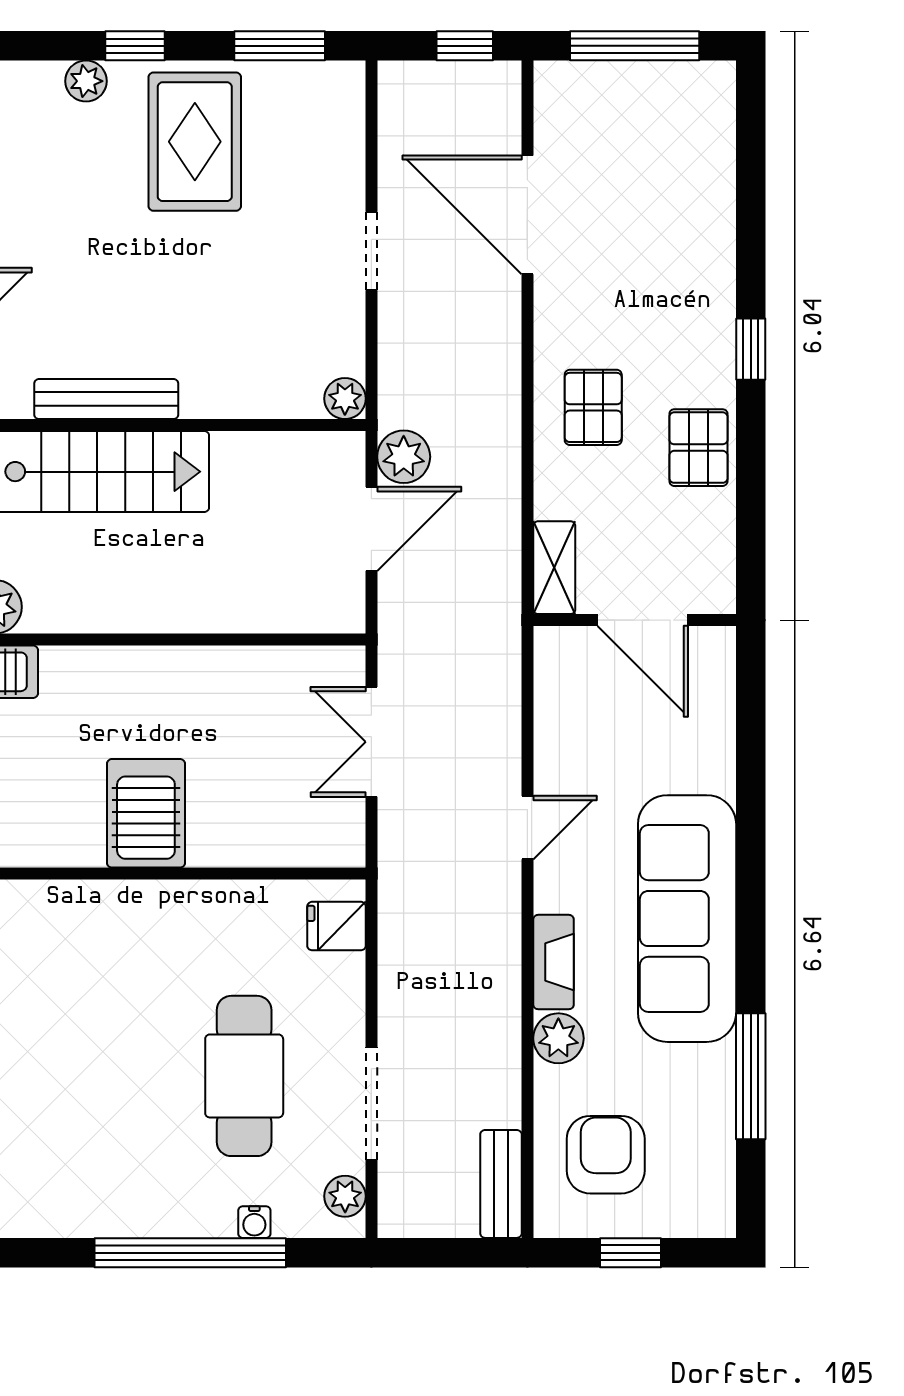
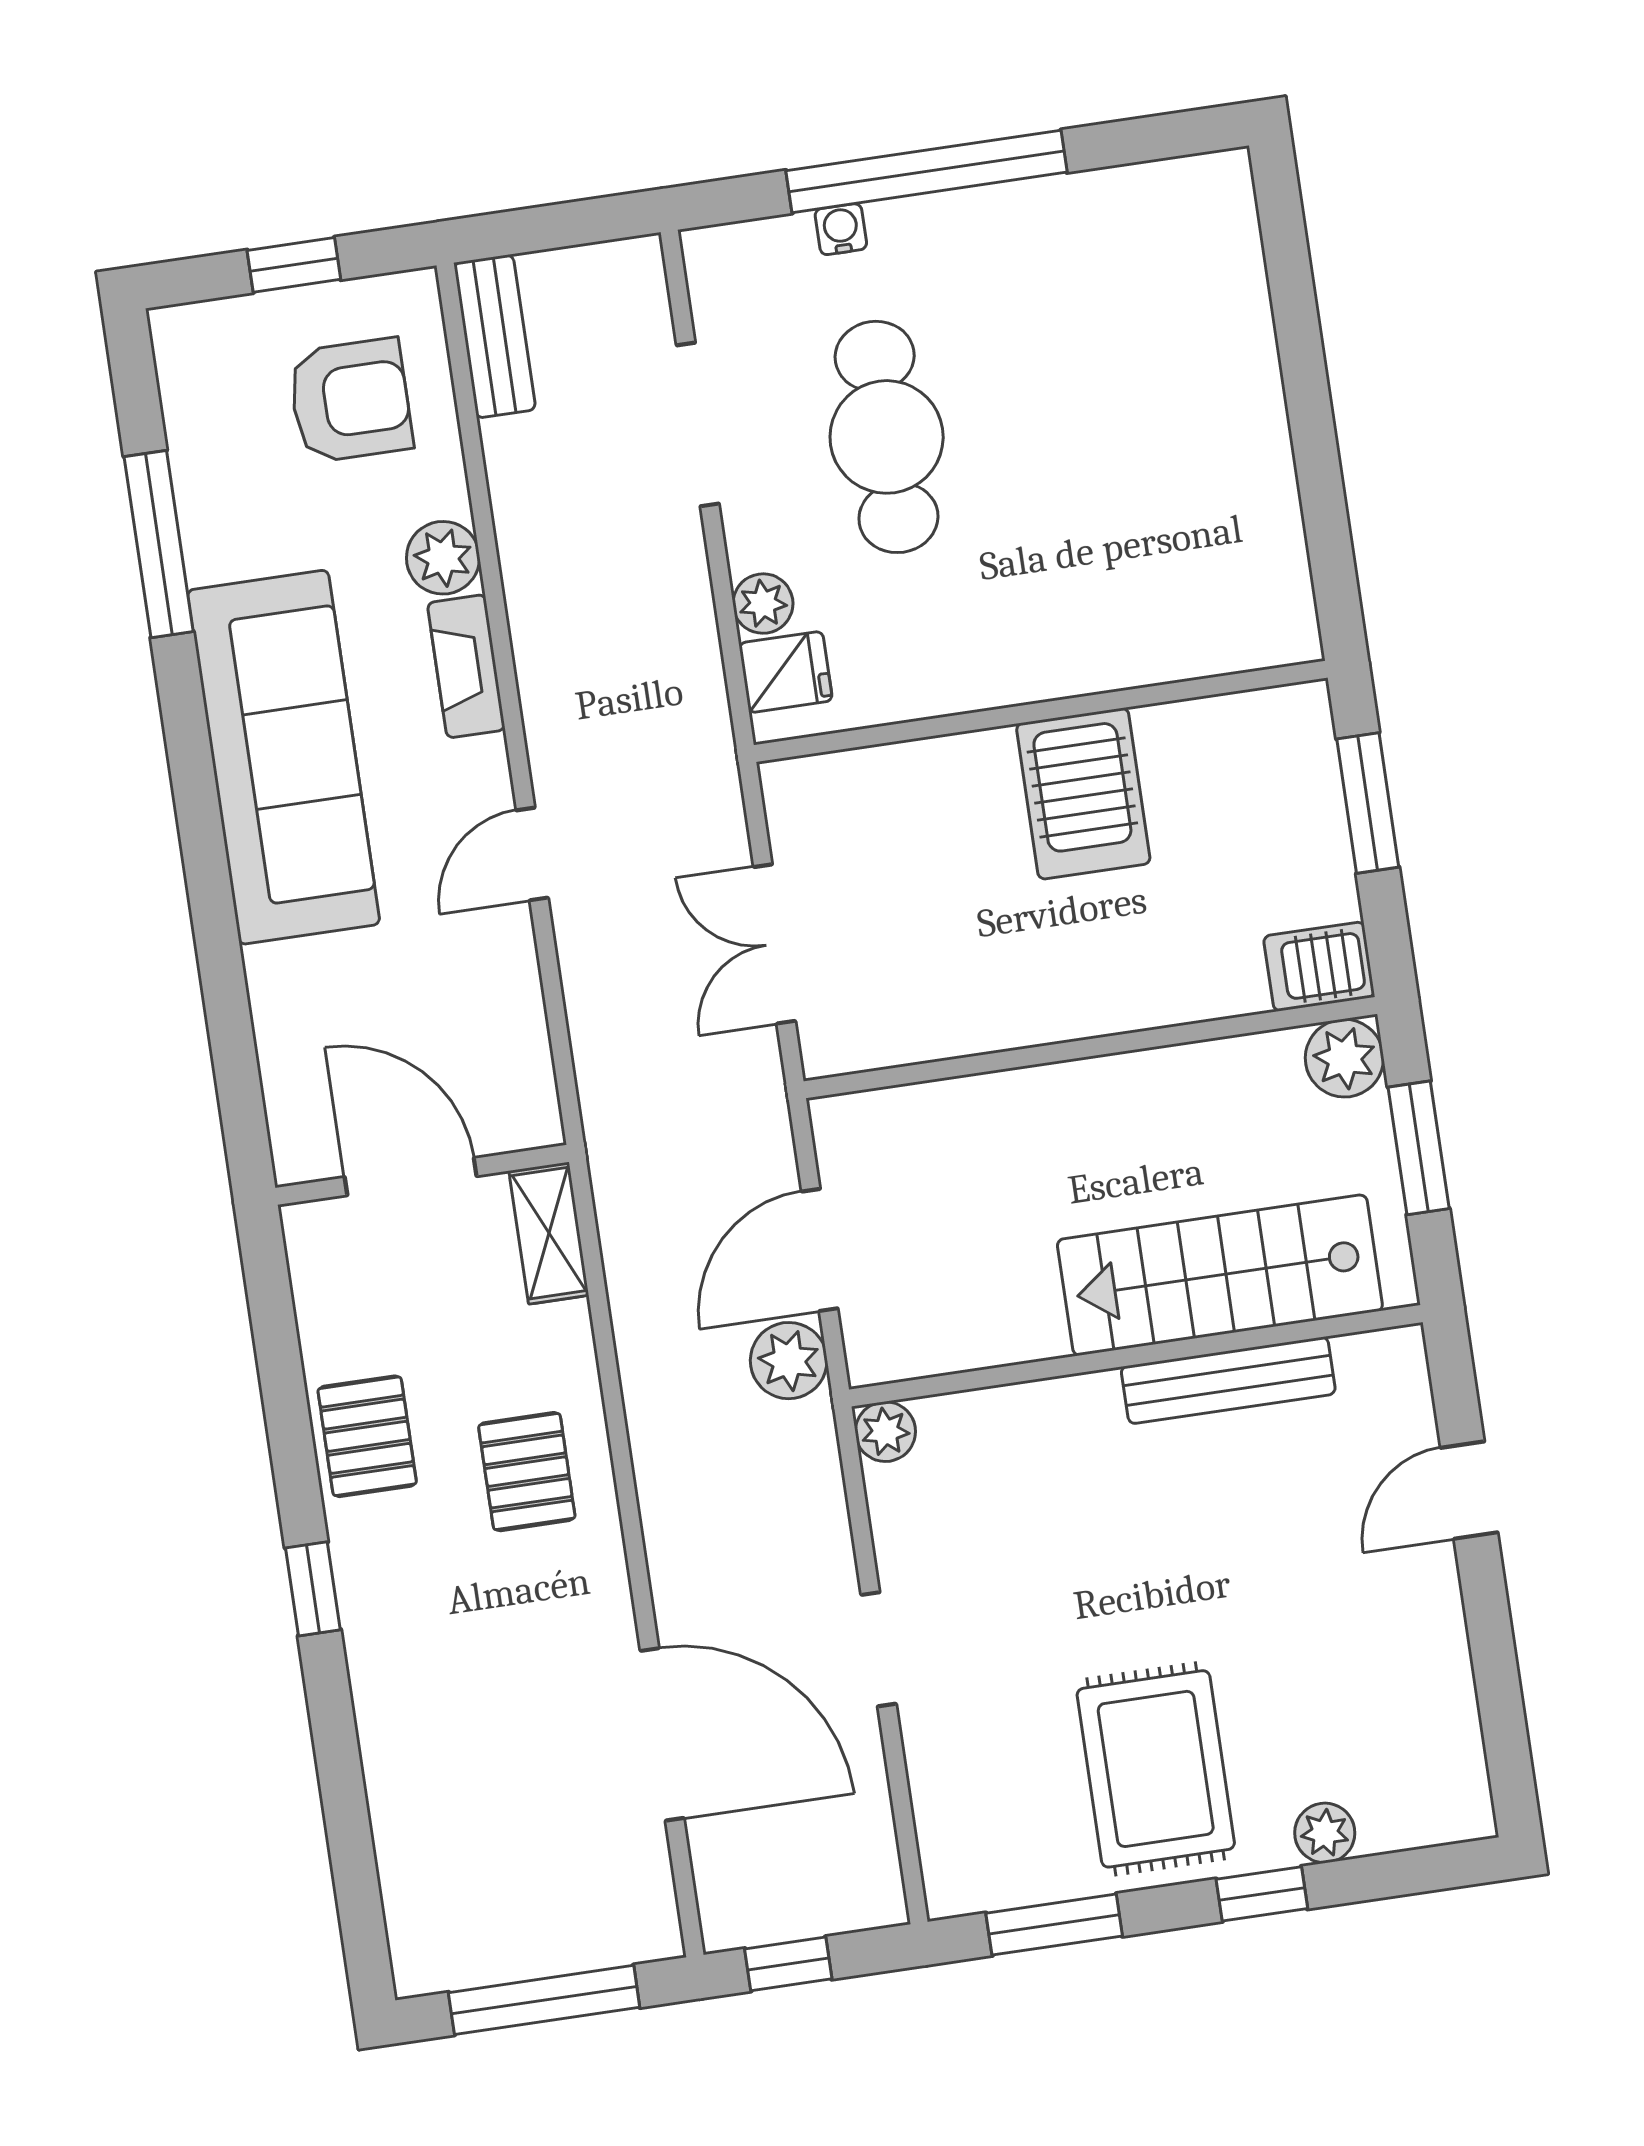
double door: (371, 742) -> (774, 944), swing flipped
armchair: (606, 1155) -> (350, 401), turned -90
plant: (345, 1196) -> (763, 604), moved

